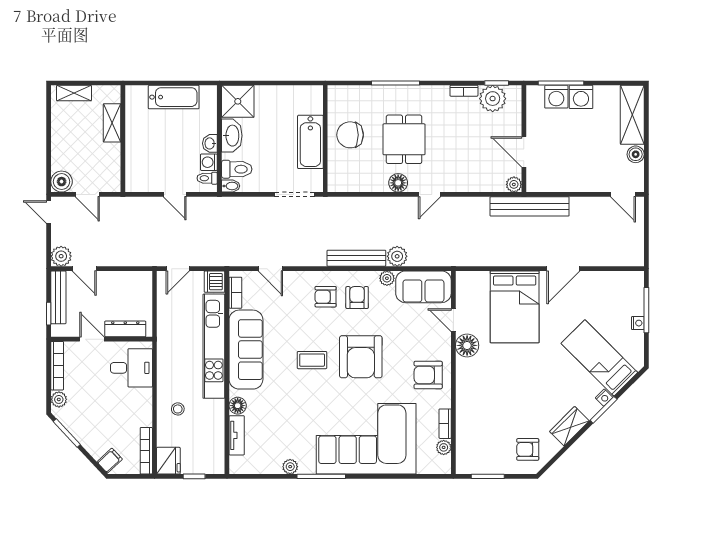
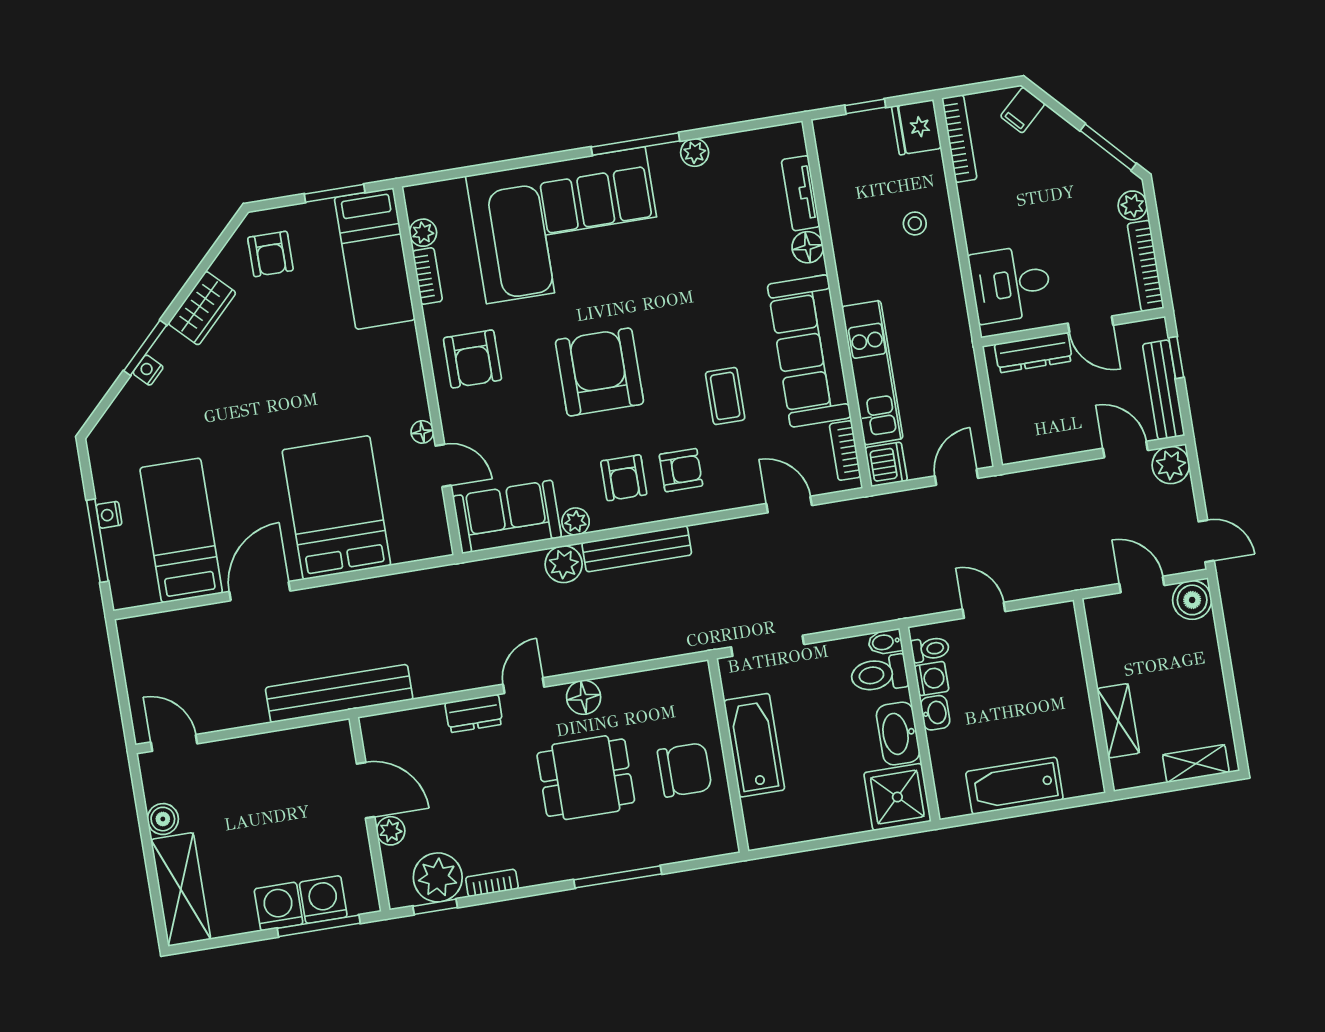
dining table: (404, 139) -> (586, 778), turned 90
dresser: (459, 184) -> (474, 713), added
plant: (514, 184) -> (391, 831), moved
floor lamp: (467, 345) -> (422, 432), width x0.53, depth x0.53
kitchen unit: (214, 346) -> (872, 373), width x0.73
bed: (599, 358) -> (181, 530), moved, turned -135
coffee table: (312, 360) -> (725, 396), moved, turned 90
armchair: (428, 375) -> (472, 359), turned 90
bed: (472, 438) -> (375, 259), added
armchair: (528, 449) -> (270, 254), turned 90

